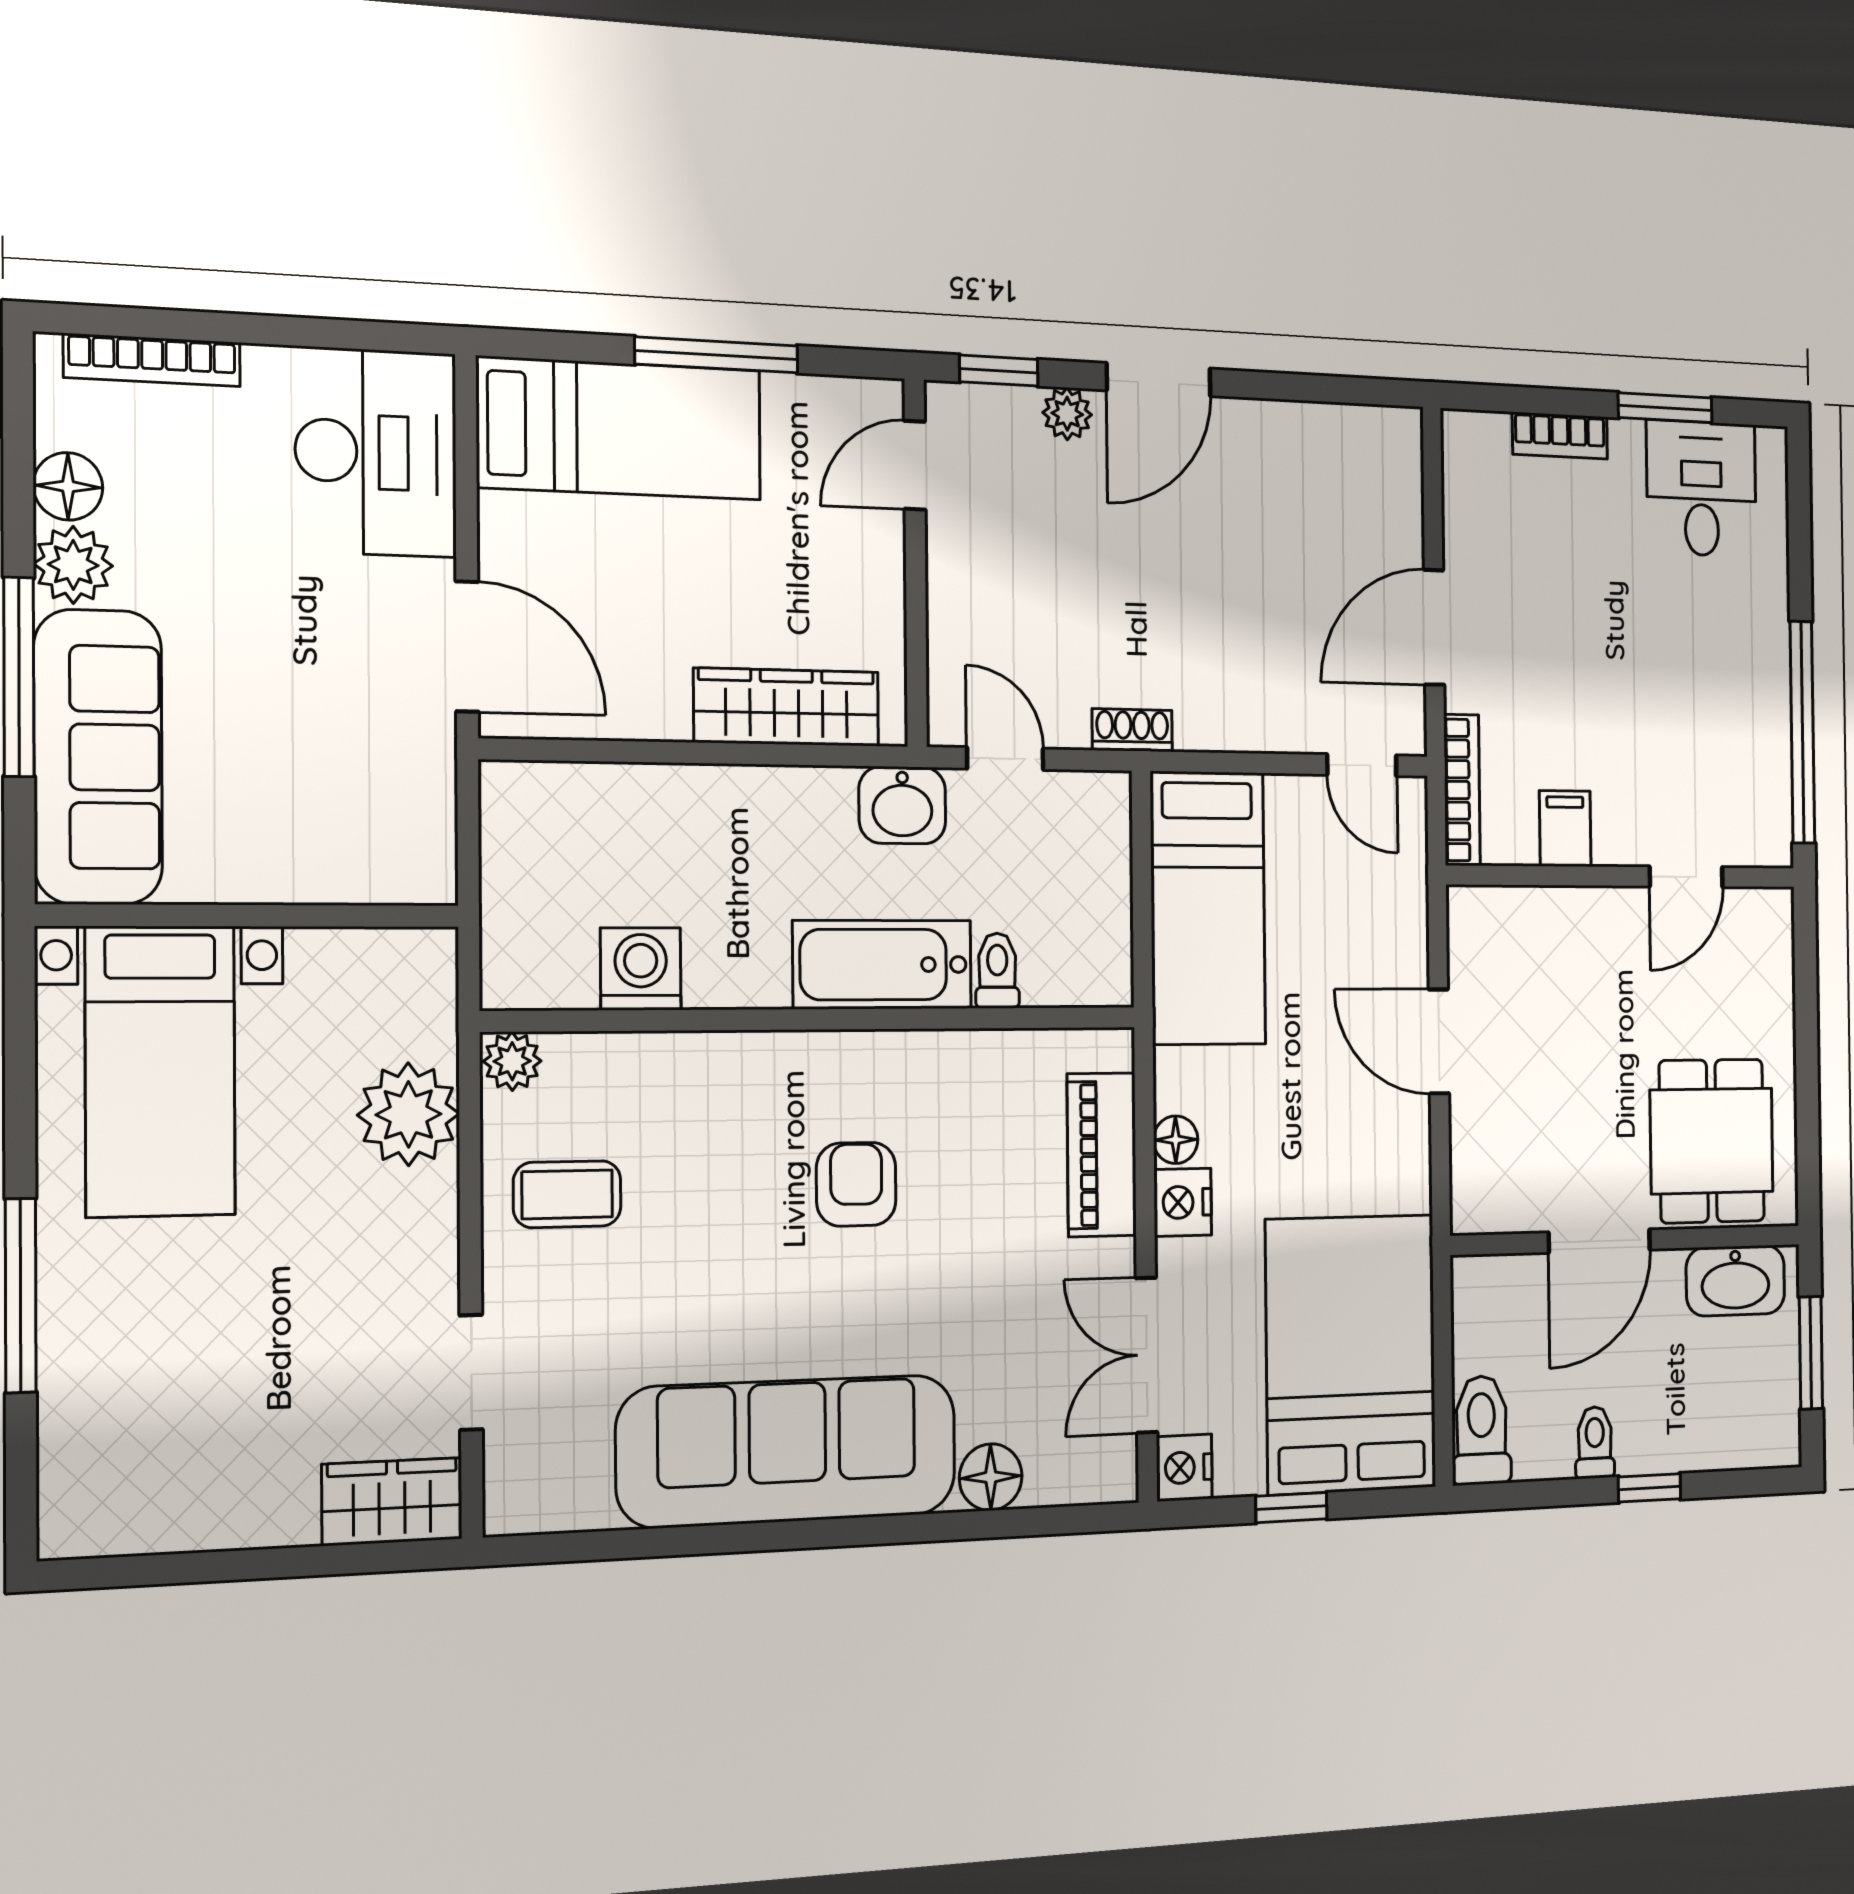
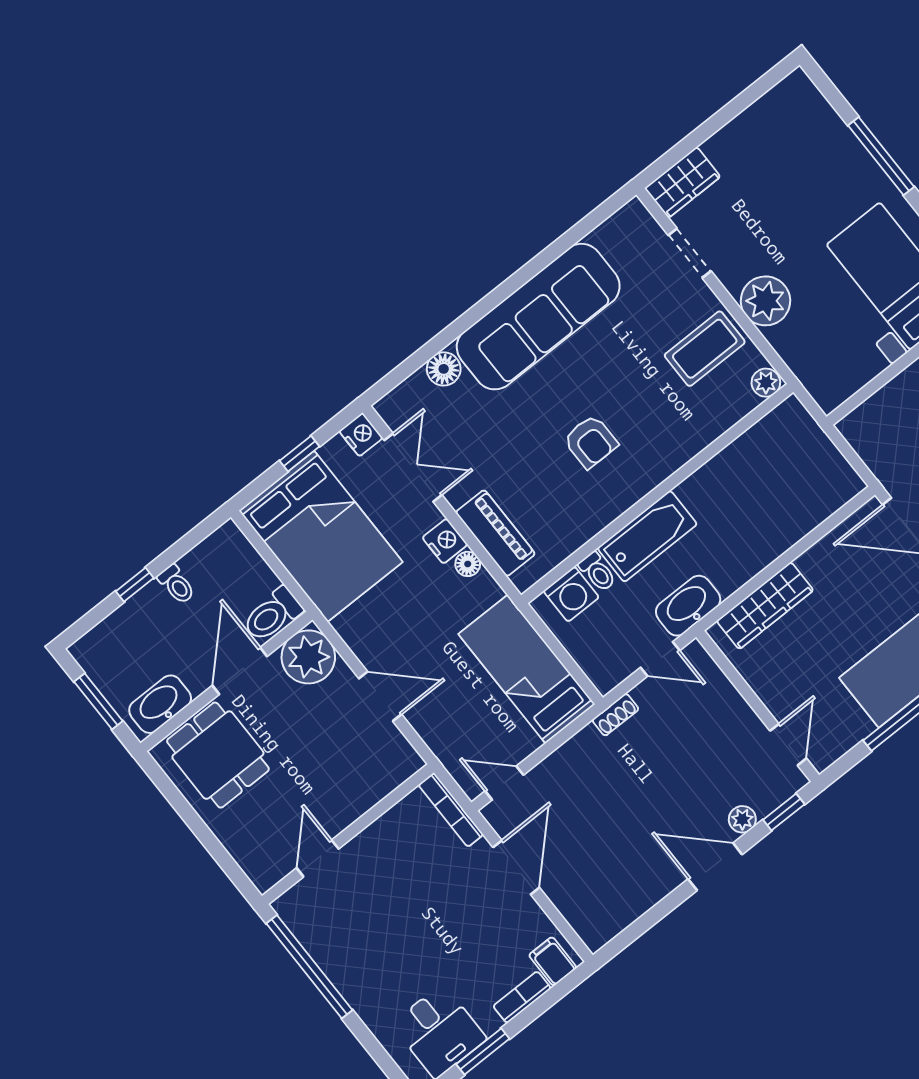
door: (1159, 380) -> (715, 867), hinge flipped
washbasin: (902, 805) -> (688, 606), width x1.38
filing cabinet: (1565, 829) -> (553, 961), moved, turned 180
washing machine: (641, 969) -> (571, 594), moved
plant: (408, 1114) -> (765, 301), moved
plant: (1494, 1184) -> (308, 657), added
coffee table: (567, 1194) -> (705, 349), width x1.36, depth x1.30
toilet: (1481, 1430) -> (272, 615), moved, turned 90

